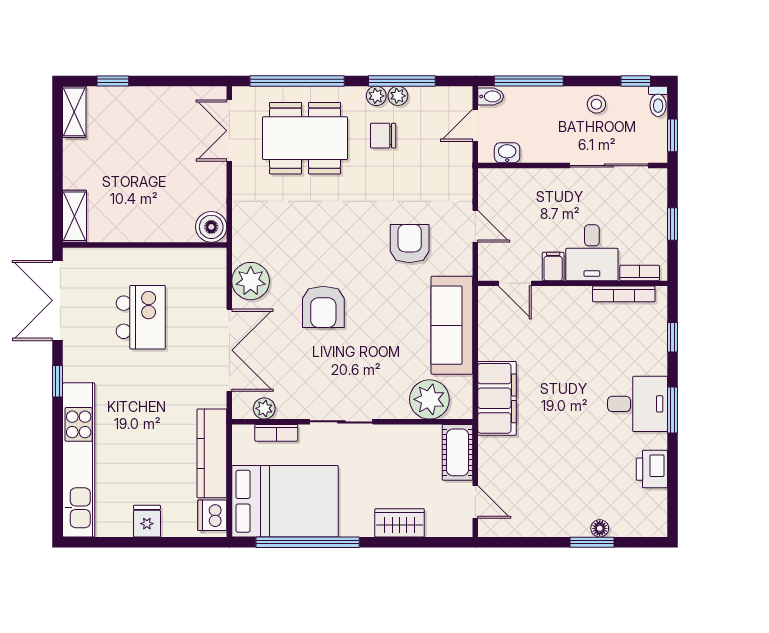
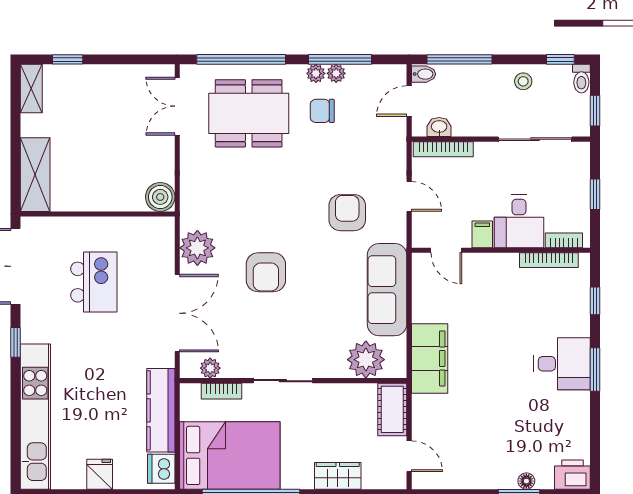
bookcase: (512, 176) -> (443, 149), added
shelving: (74, 216) -> (35, 175), width x1.50, depth x1.33
printer: (652, 469) -> (572, 475), moved, turned 90

